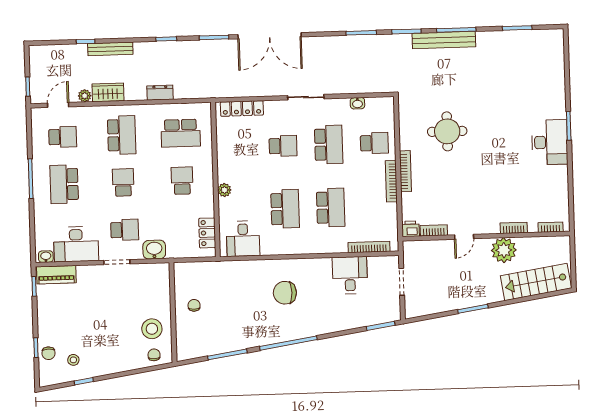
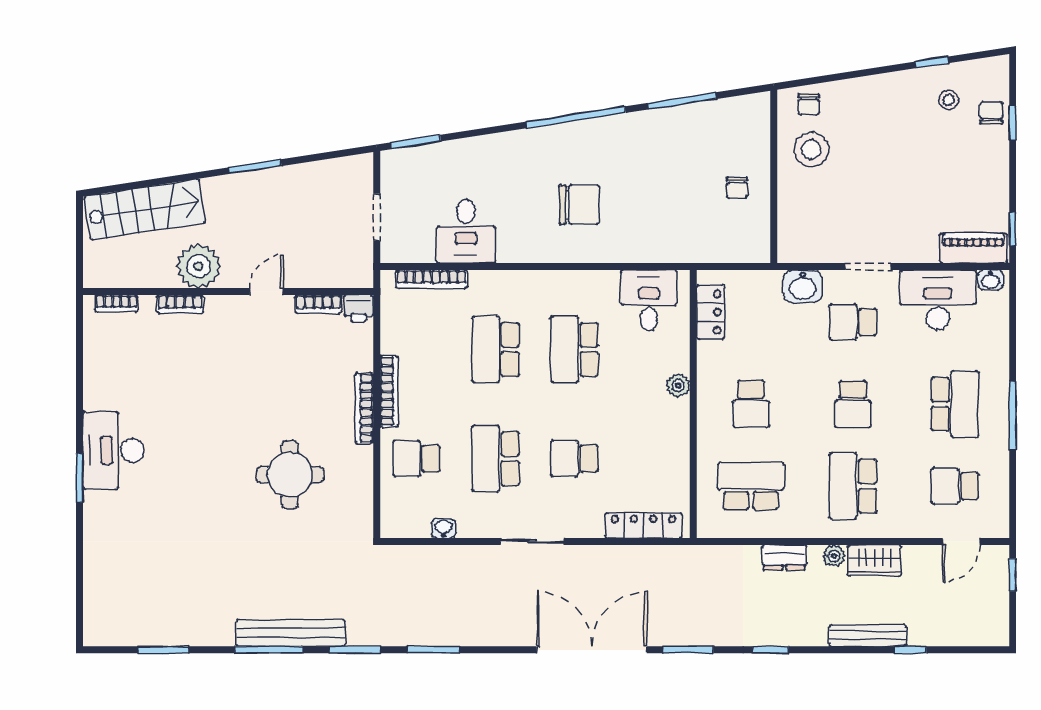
plant: (85, 96) -> (834, 556), moved

